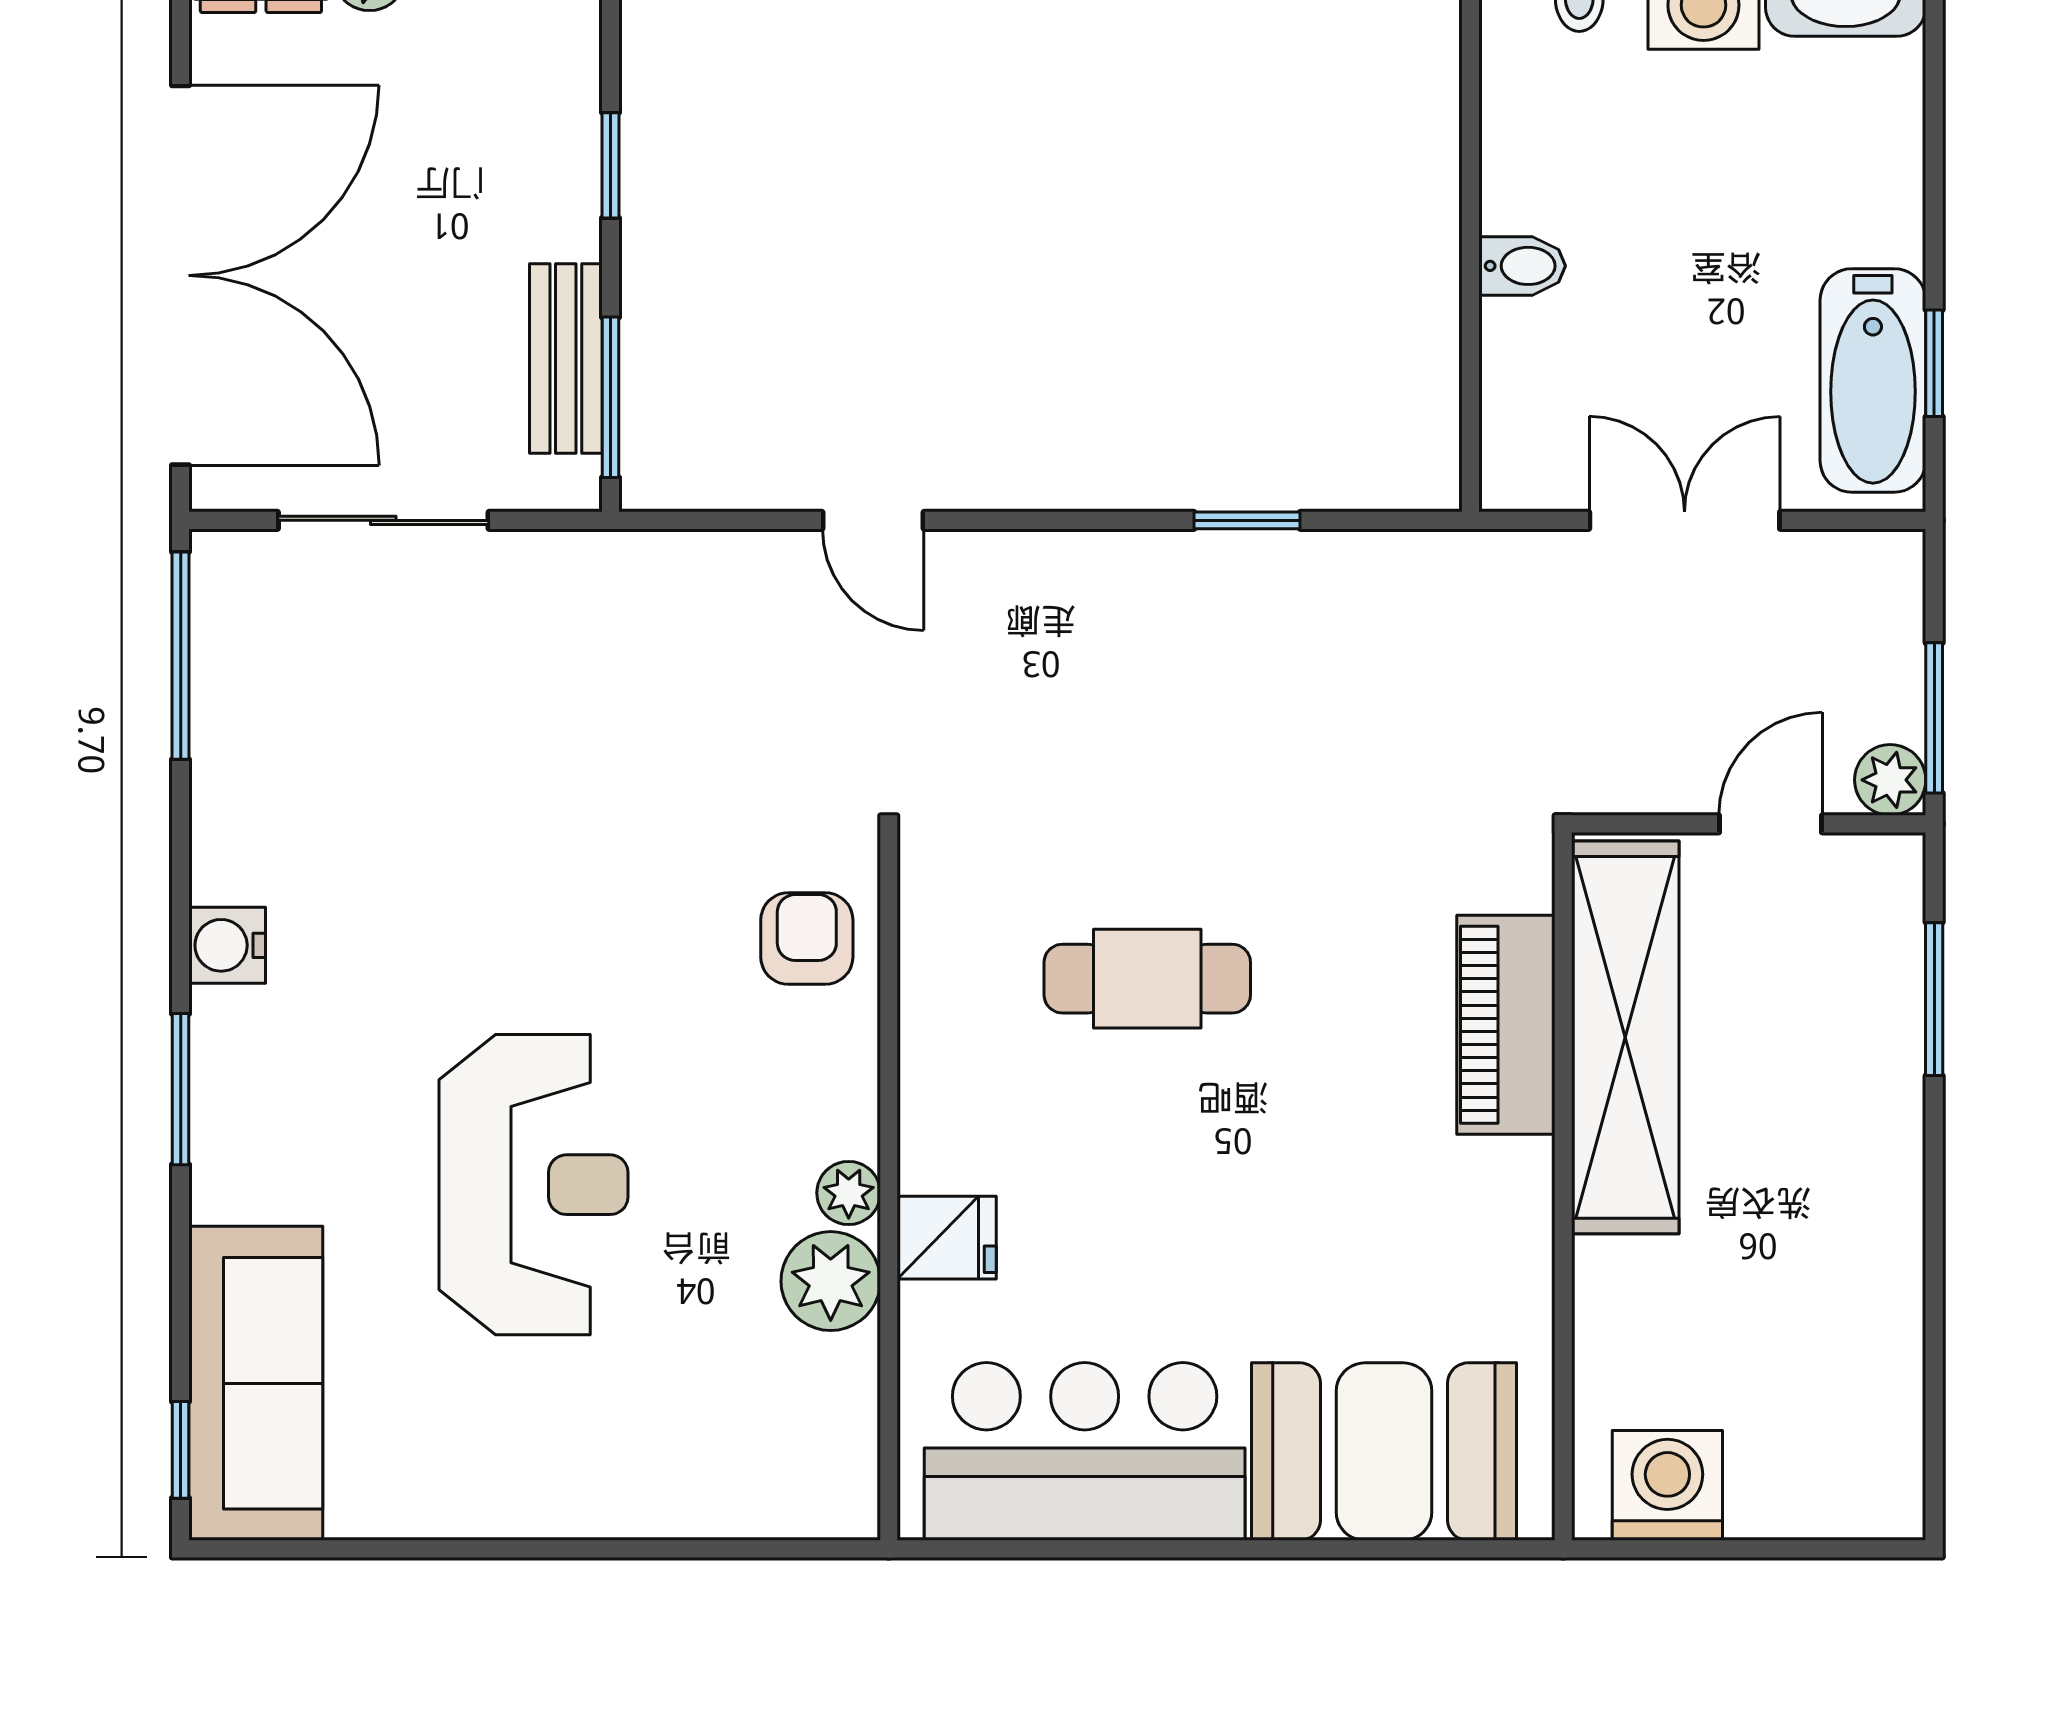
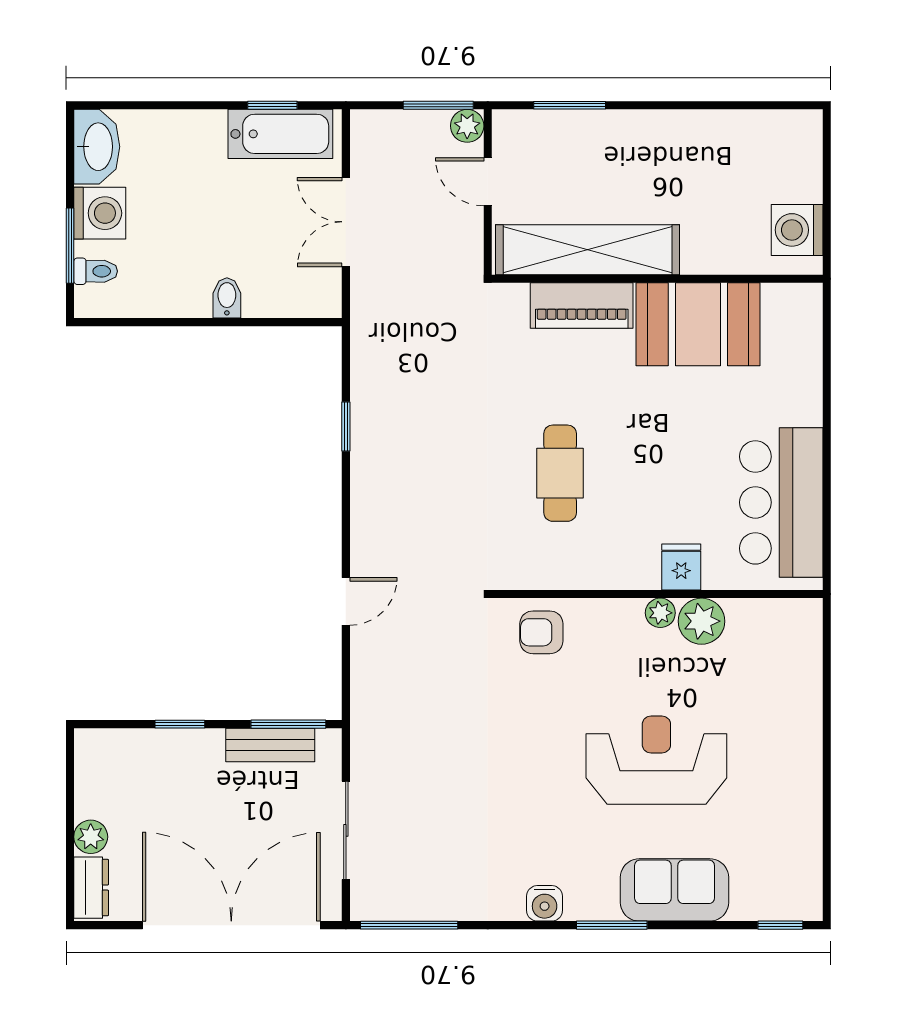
sofa: (256, 1383) -> (675, 890), moved, width x0.73
booth: (1384, 1452) -> (698, 324), moved, turned 90

